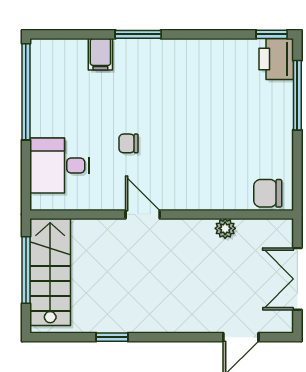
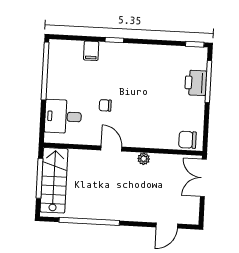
window: (138, 34) -> (114, 40), width x0.67
printer: (276, 59) -> (196, 83), moved
plant: (225, 228) -> (144, 159), moved
double door: (297, 279) -> (203, 178), moved
window: (112, 337) -> (89, 221), width x3.17

